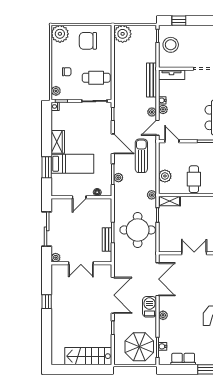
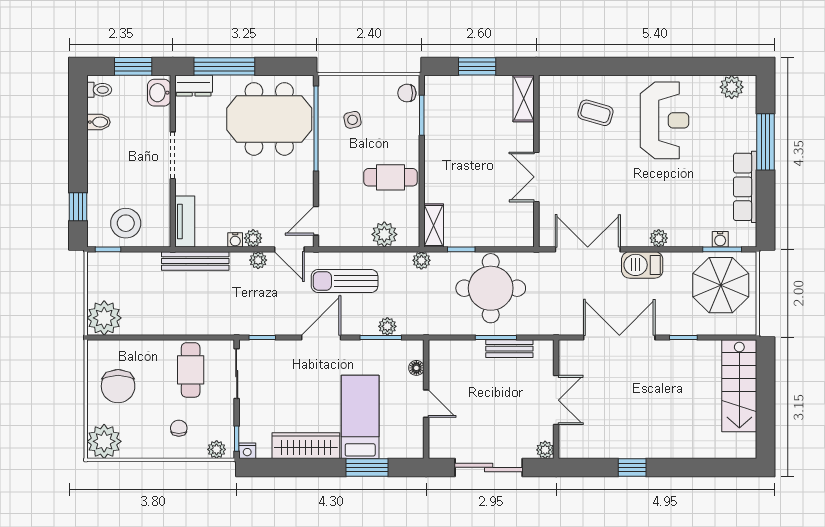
wardrobe: (58, 142) -> (306, 446), width x1.50
row of seats: (183, 359) -> (745, 187), width x1.48

